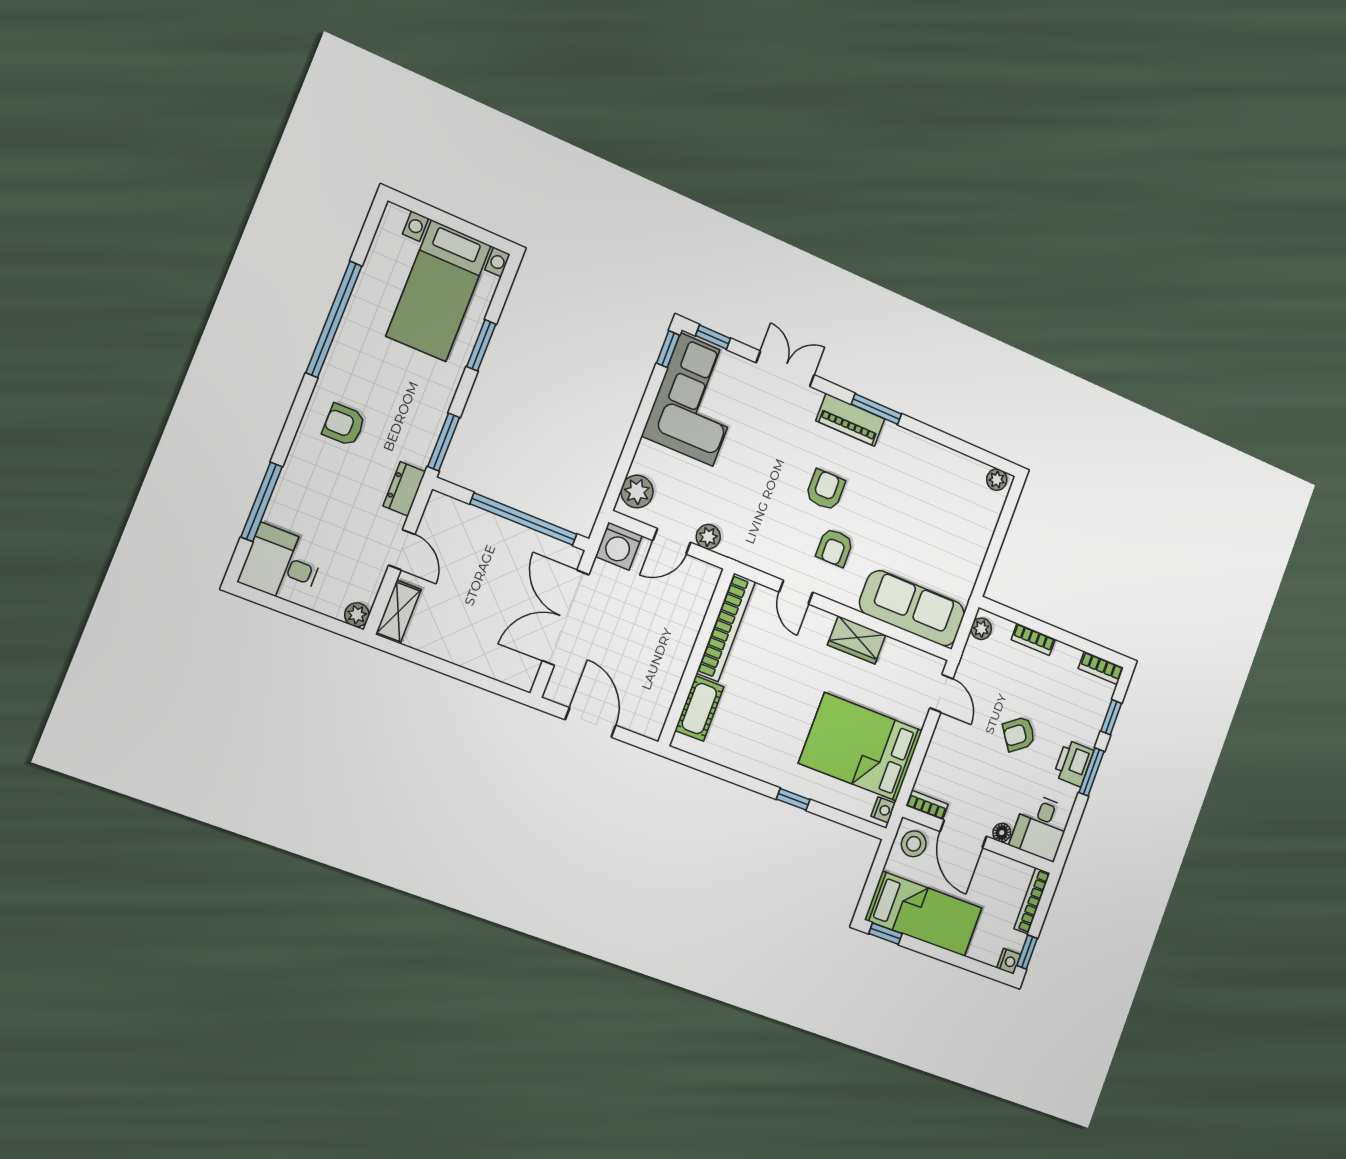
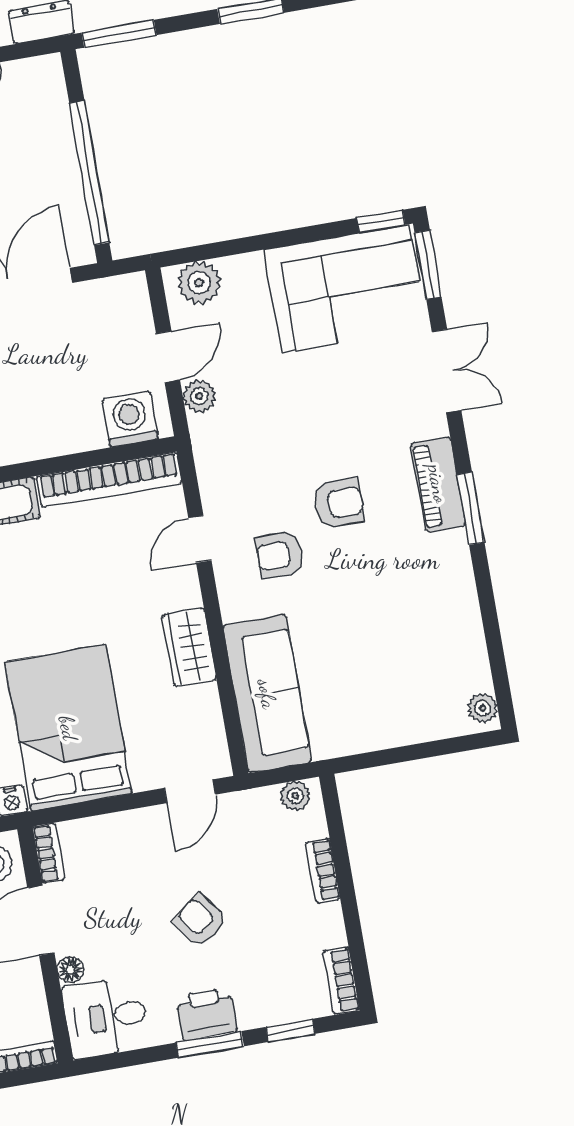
window: (713, 337) -> (428, 265), width x1.50
door: (672, 541) -> (168, 357), swing flipped
washing machine: (619, 546) -> (130, 419), moved, turned 90

